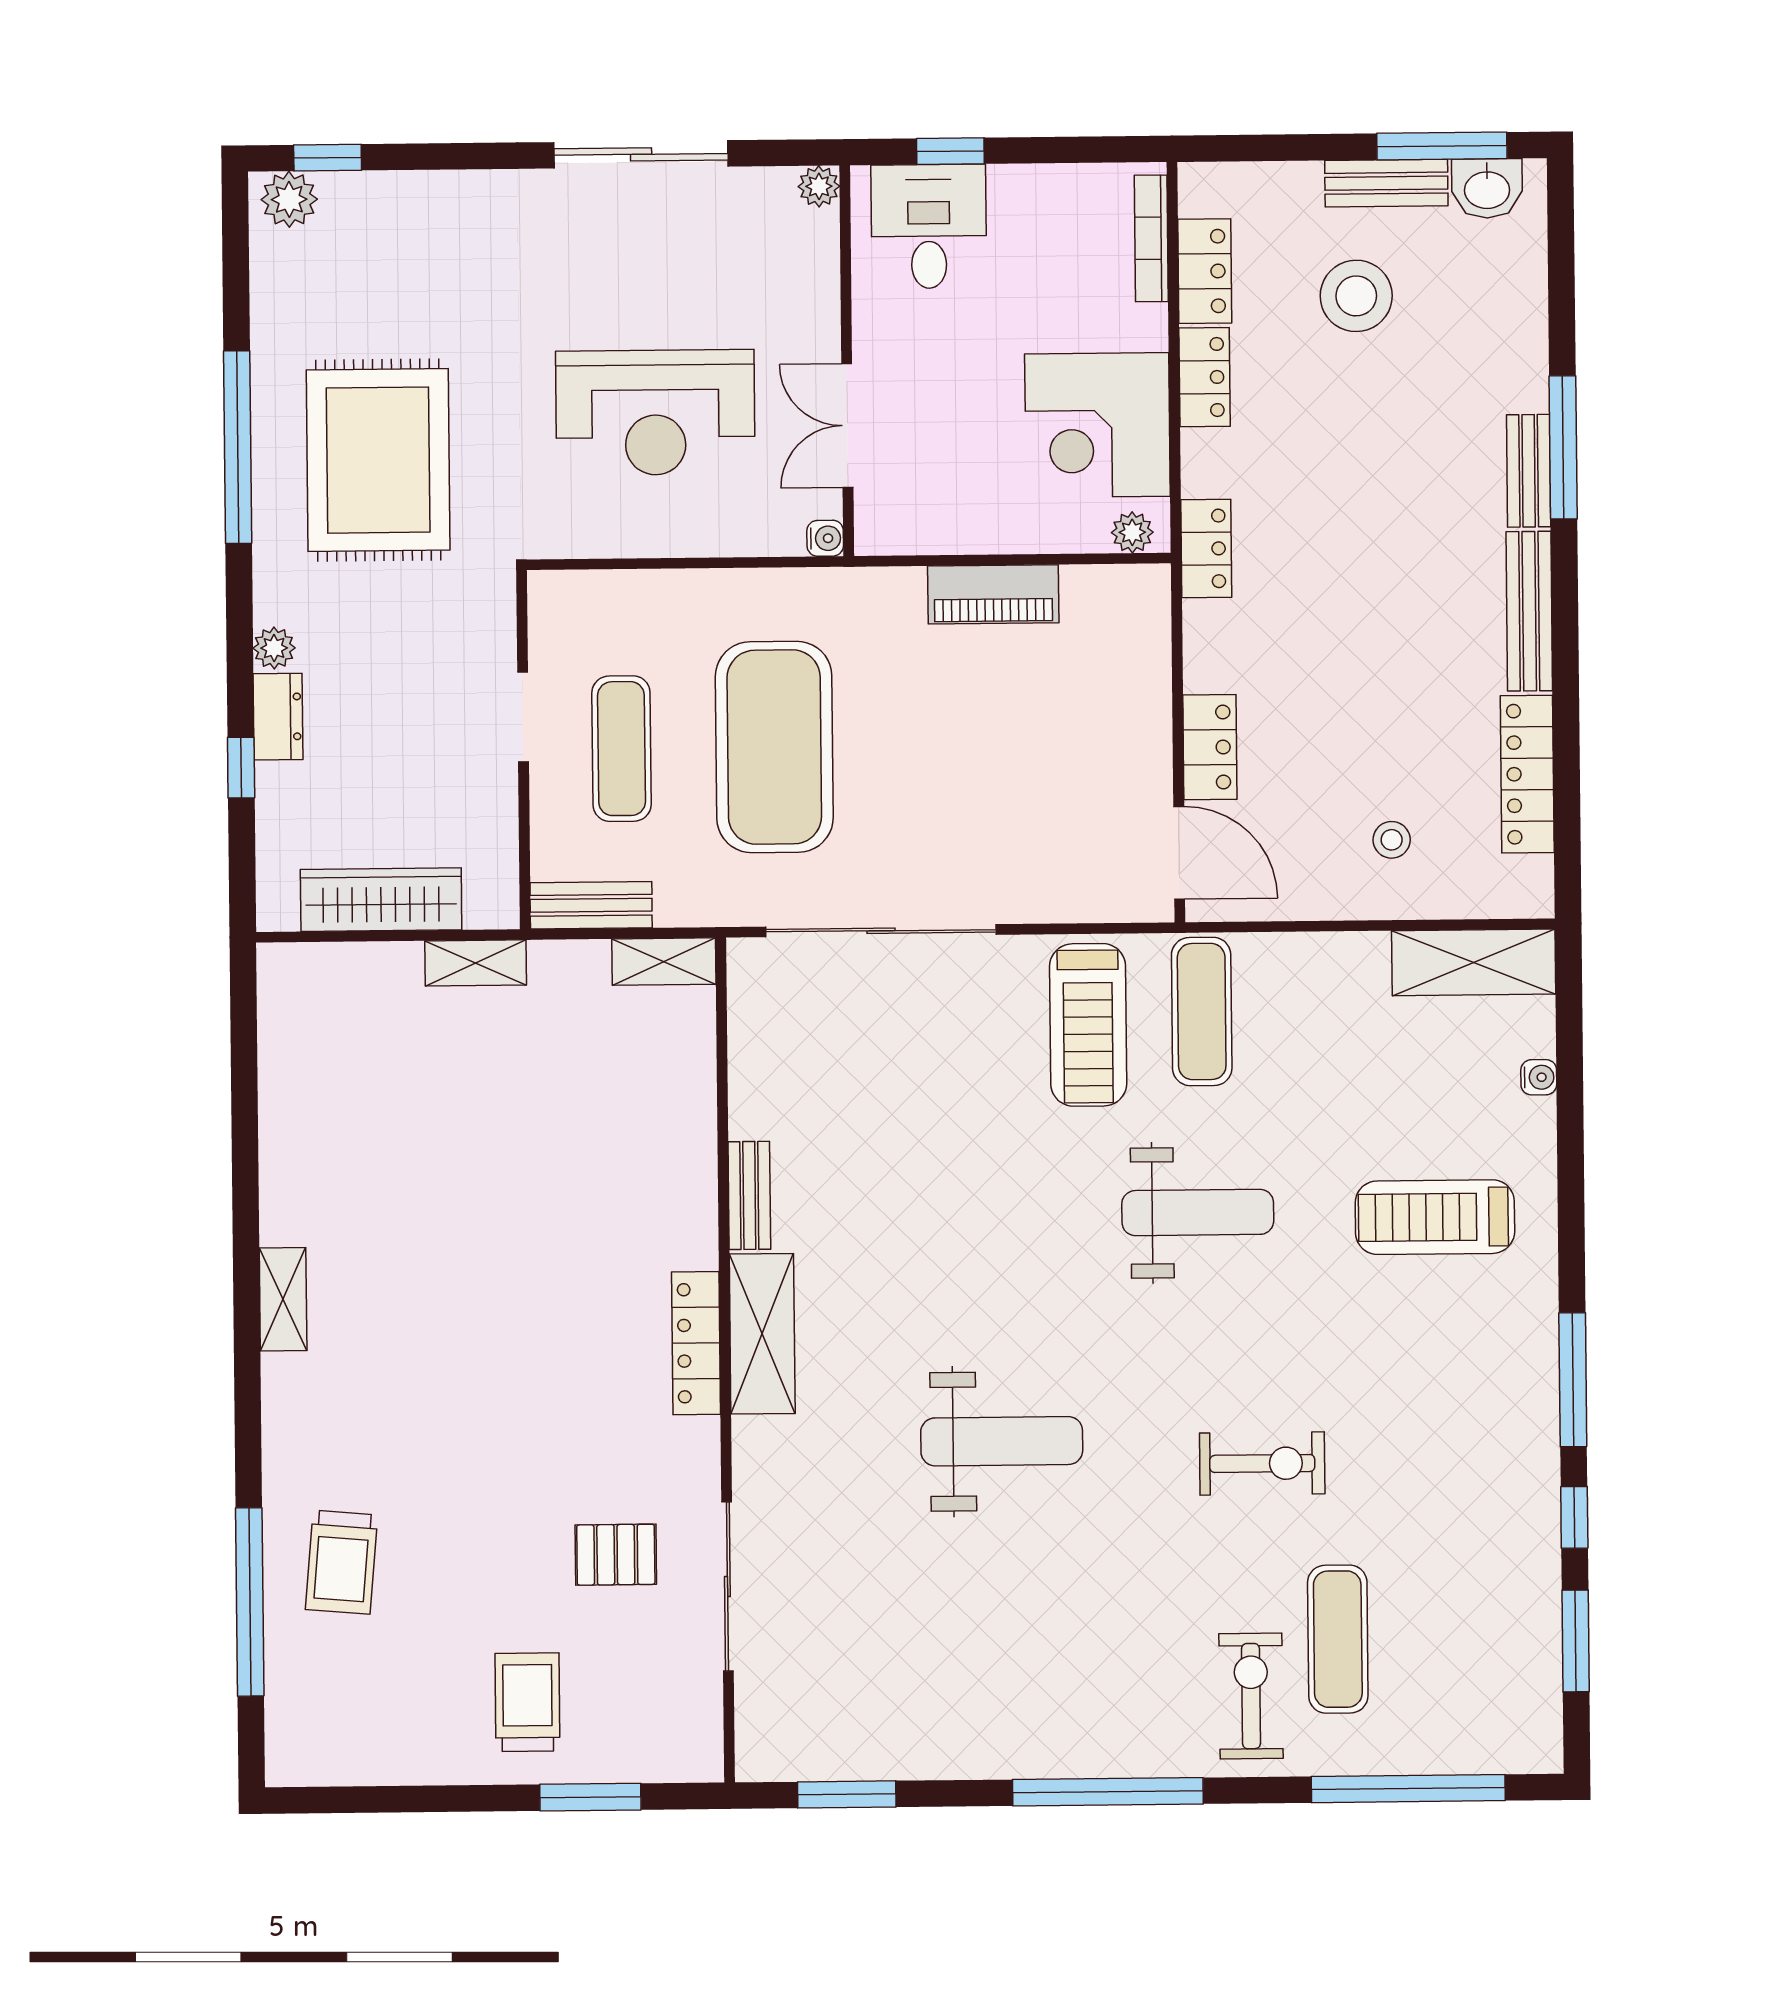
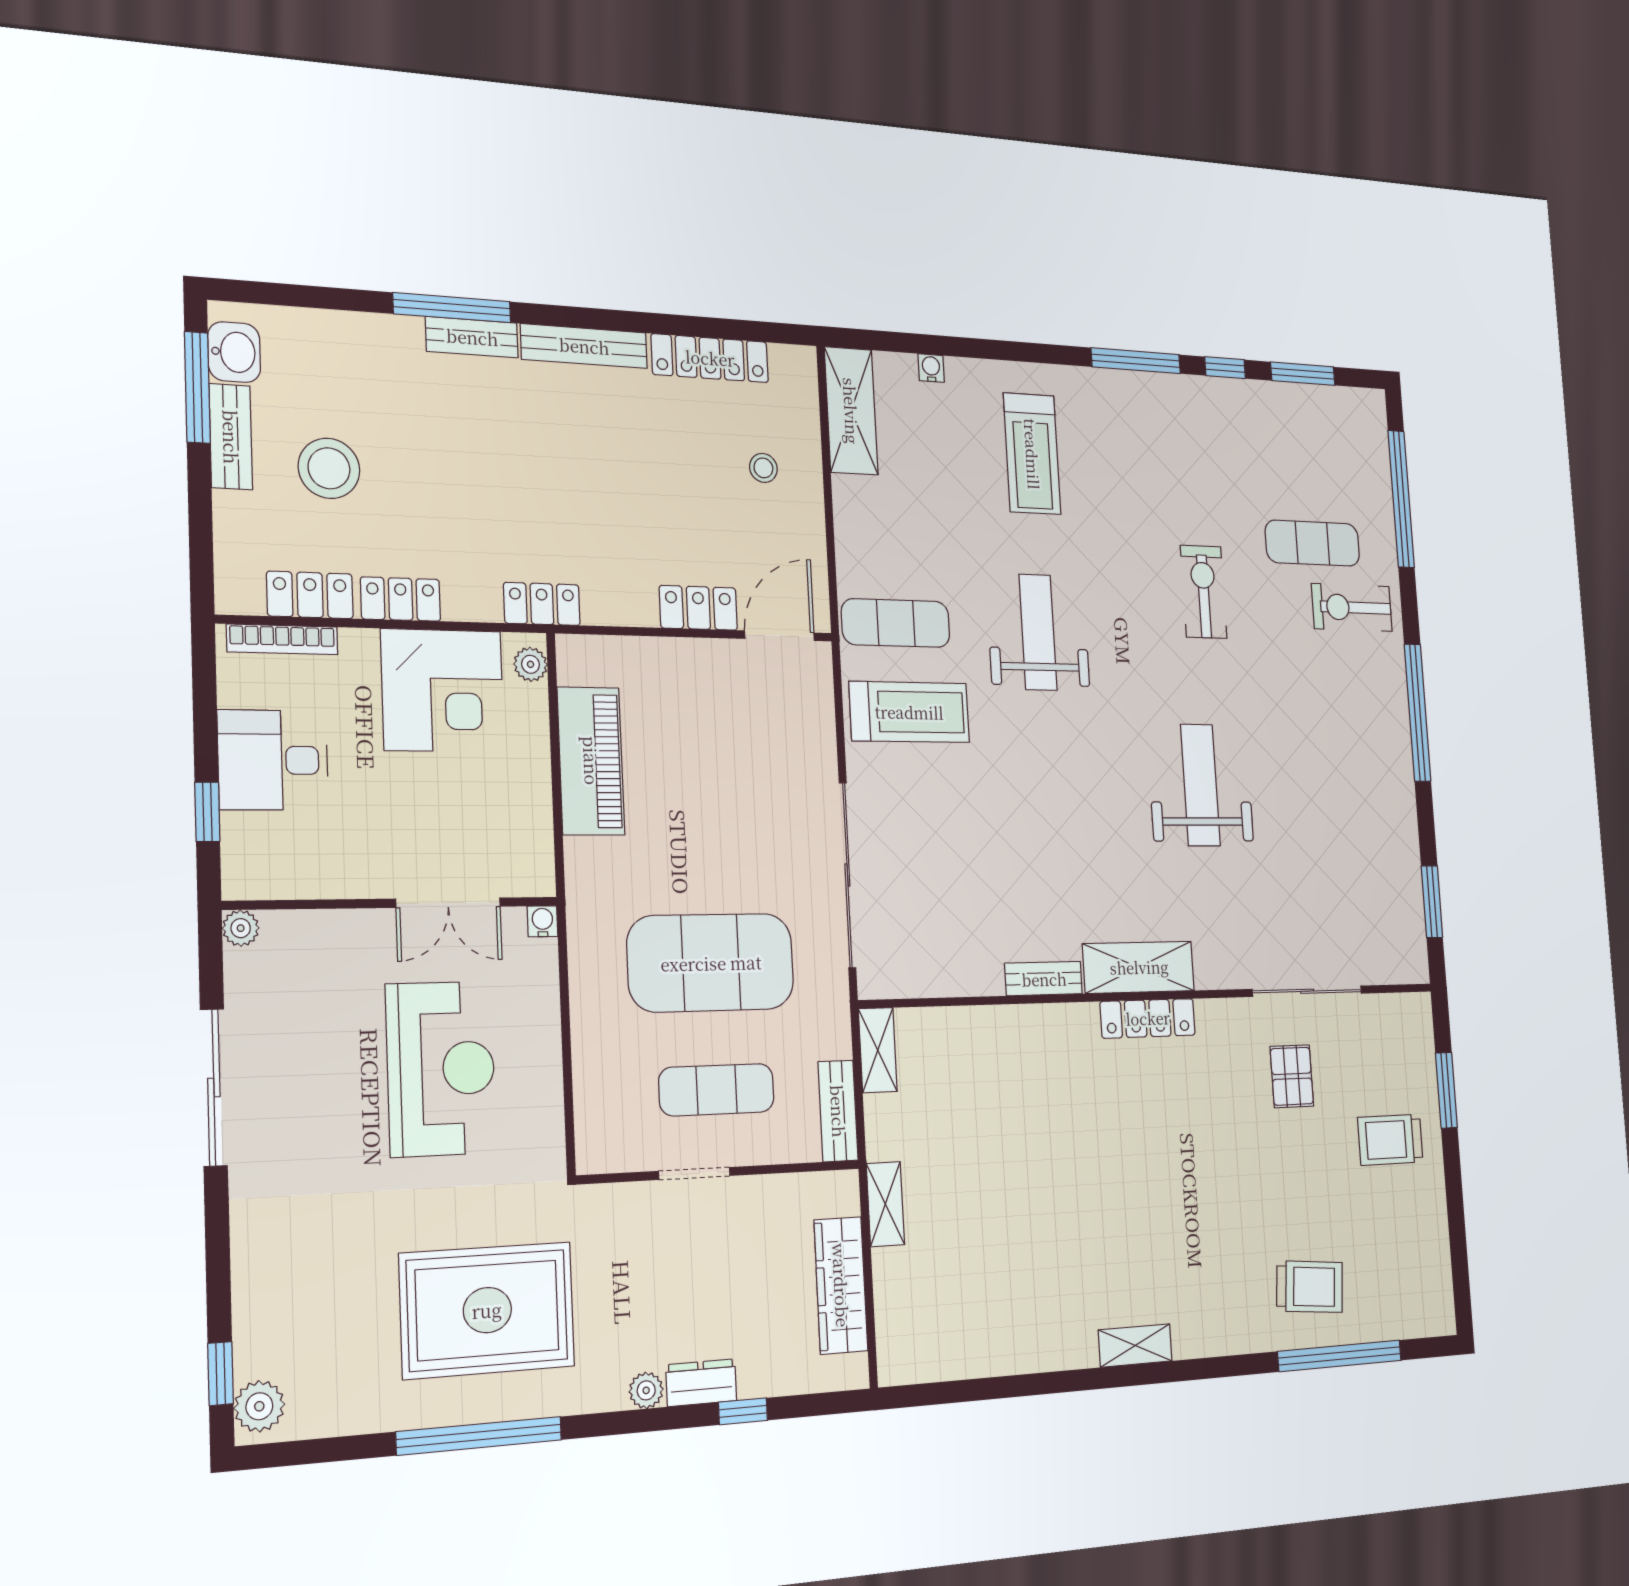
desk: (929, 226) -> (273, 760), moved
piano: (993, 594) -> (591, 761), width x1.37, depth x1.33

